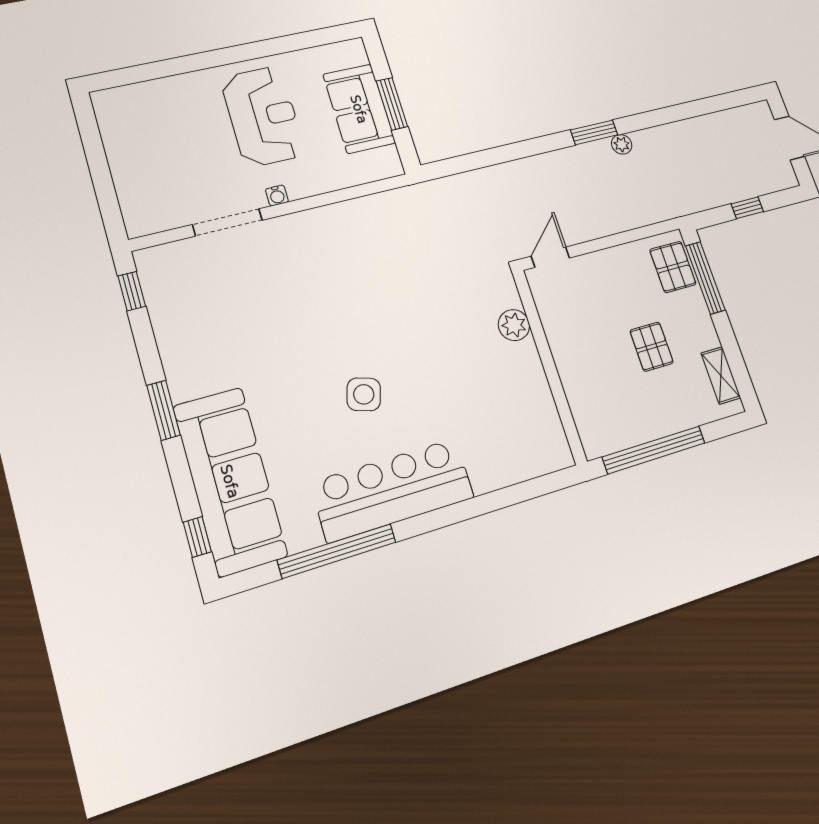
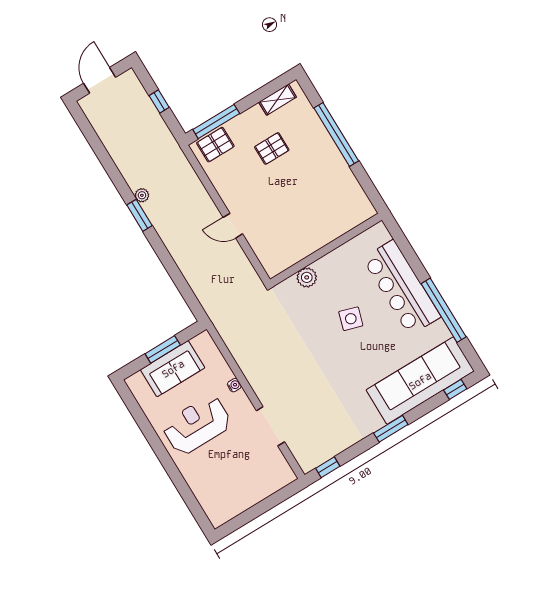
water cooler: (277, 195) -> (234, 385), moved
plant: (514, 325) -> (307, 277), moved
wall: (549, 366) -> (326, 250), moved

